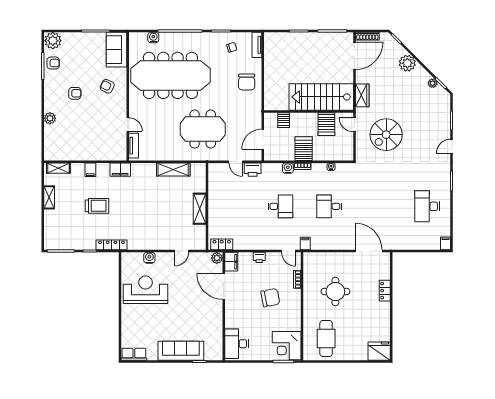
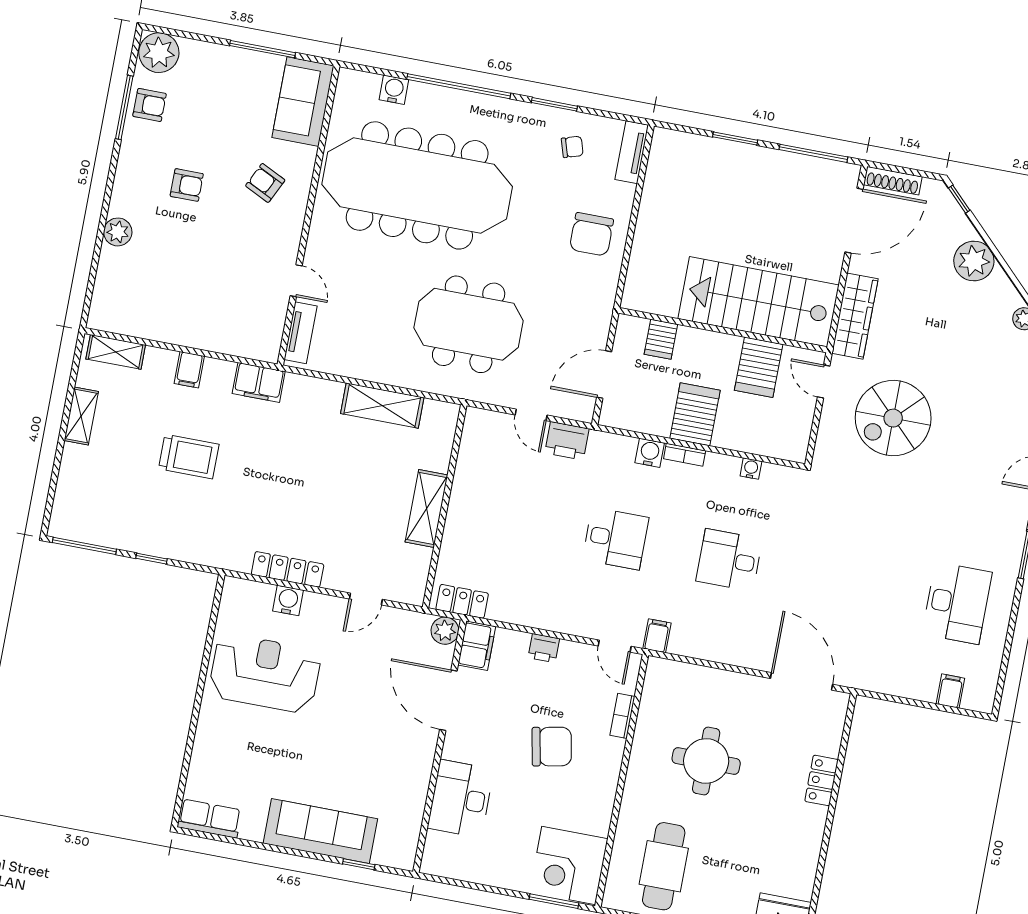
wardrobe: (362, 95) -> (855, 316), width x1.50
desk: (427, 206) -> (957, 603), turned 180
filing cabinet: (446, 243) -> (950, 691), moved
locker: (112, 245) -> (288, 569), moved
desk: (237, 344) -> (461, 799), moved

